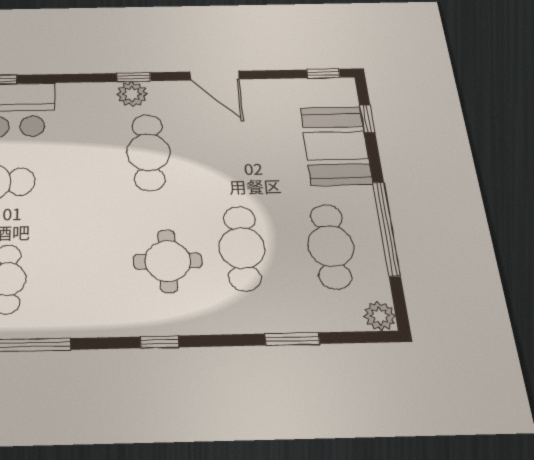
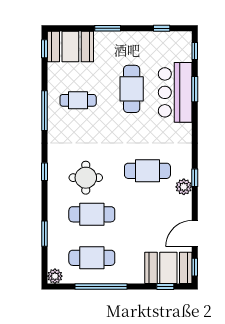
door: (215, 76) -> (195, 234), moved
window: (134, 77) -> (195, 178), moved
plant: (132, 94) -> (184, 187), moved
booth: (336, 146) -> (168, 268), moved

